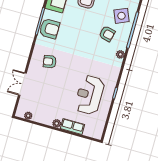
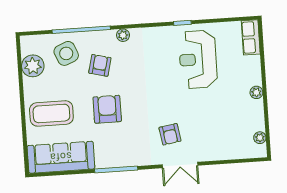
armchair: (50, 29) -> (107, 109), moved
double door: (22, 84) -> (180, 165), moved
reception desk: (89, 95) -> (198, 59), turned 90
row of seats: (72, 127) -> (251, 37), moved

